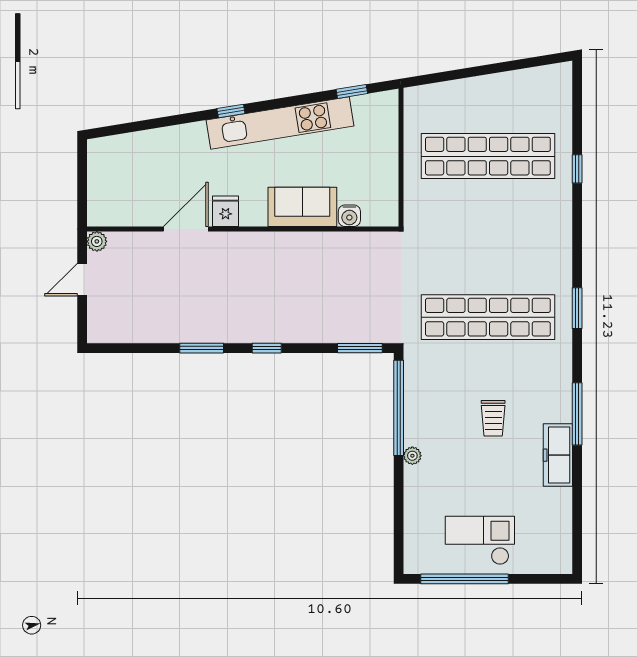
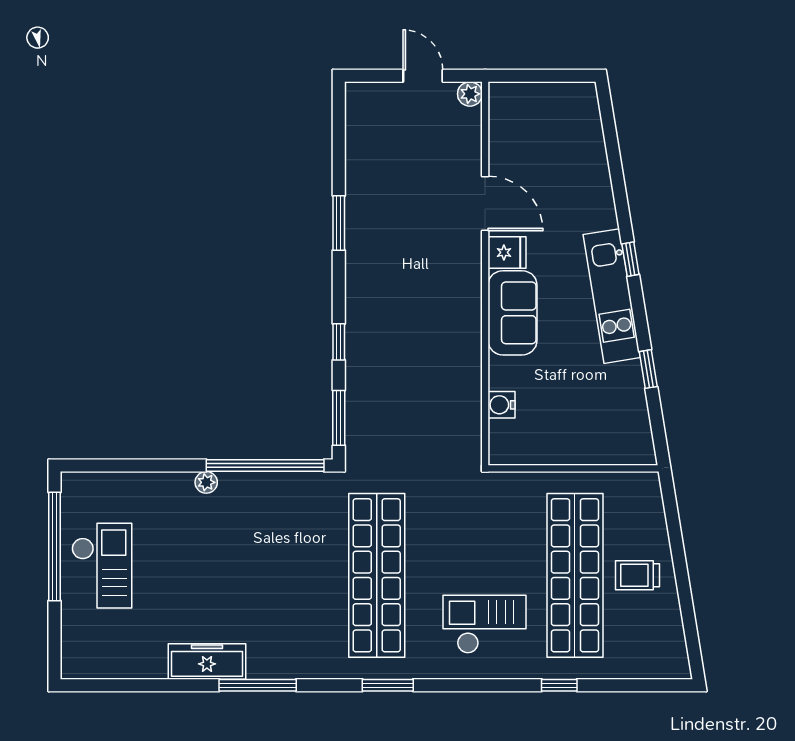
window: (352, 91) -> (648, 369), moved
kitchen unit: (280, 123) -> (612, 296), width x0.73
sofa: (302, 207) -> (512, 313), moved
checkout: (528, 230) -> (484, 624), added
window: (267, 348) -> (339, 342), moved
trolley: (493, 418) -> (637, 575), moved

